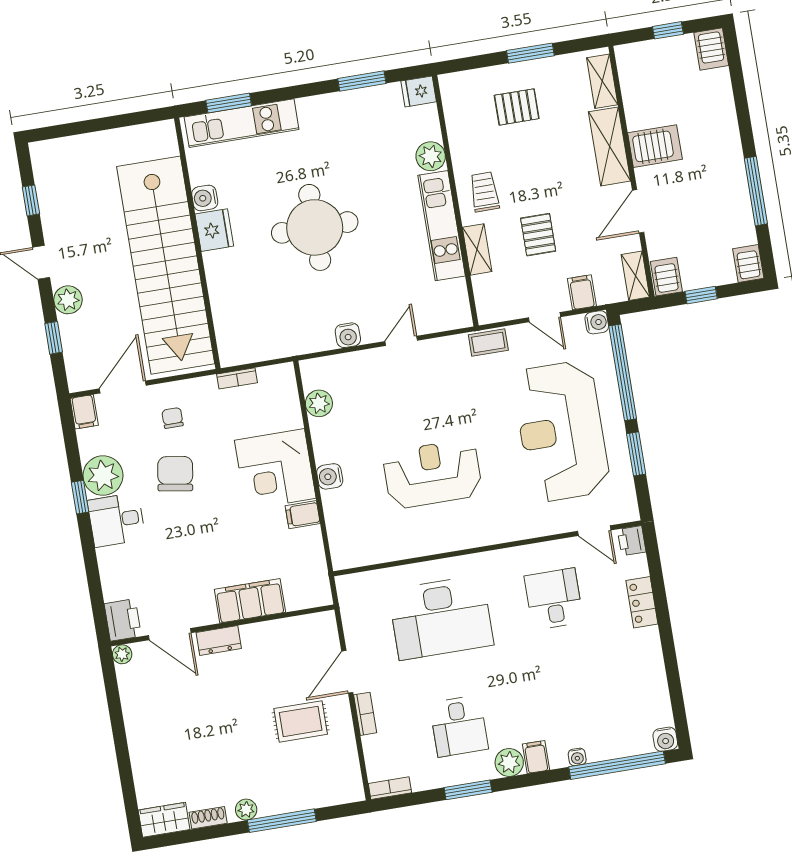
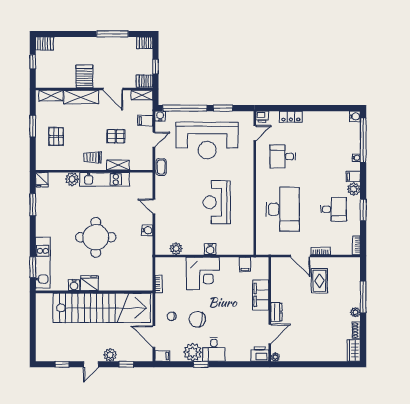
filing cabinet: (303, 515) -> (245, 264), moved

